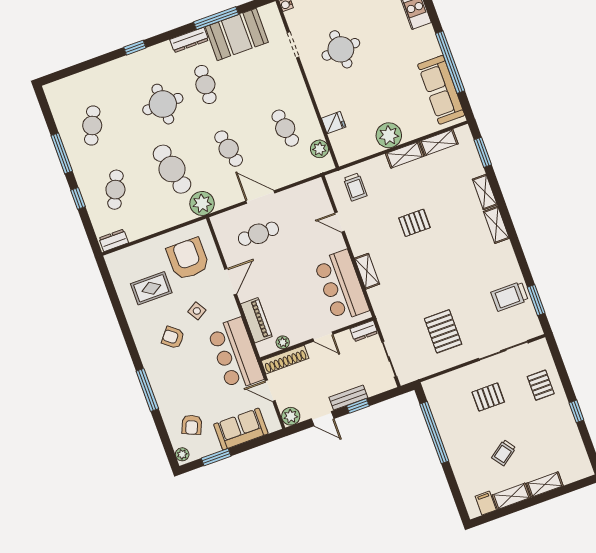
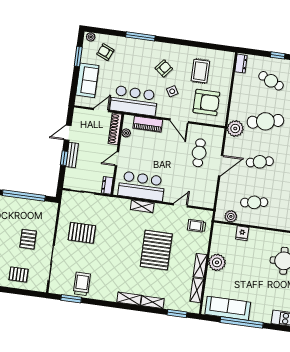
pallet: (414, 223) -> (156, 250), width x2.05, depth x2.00
plant: (291, 416) -> (79, 114), removed

